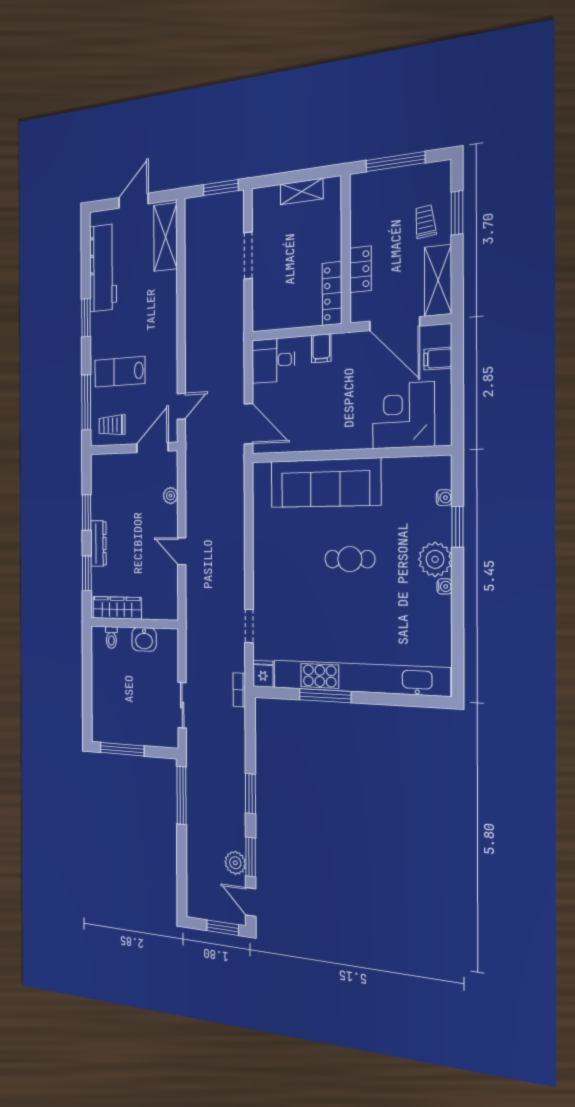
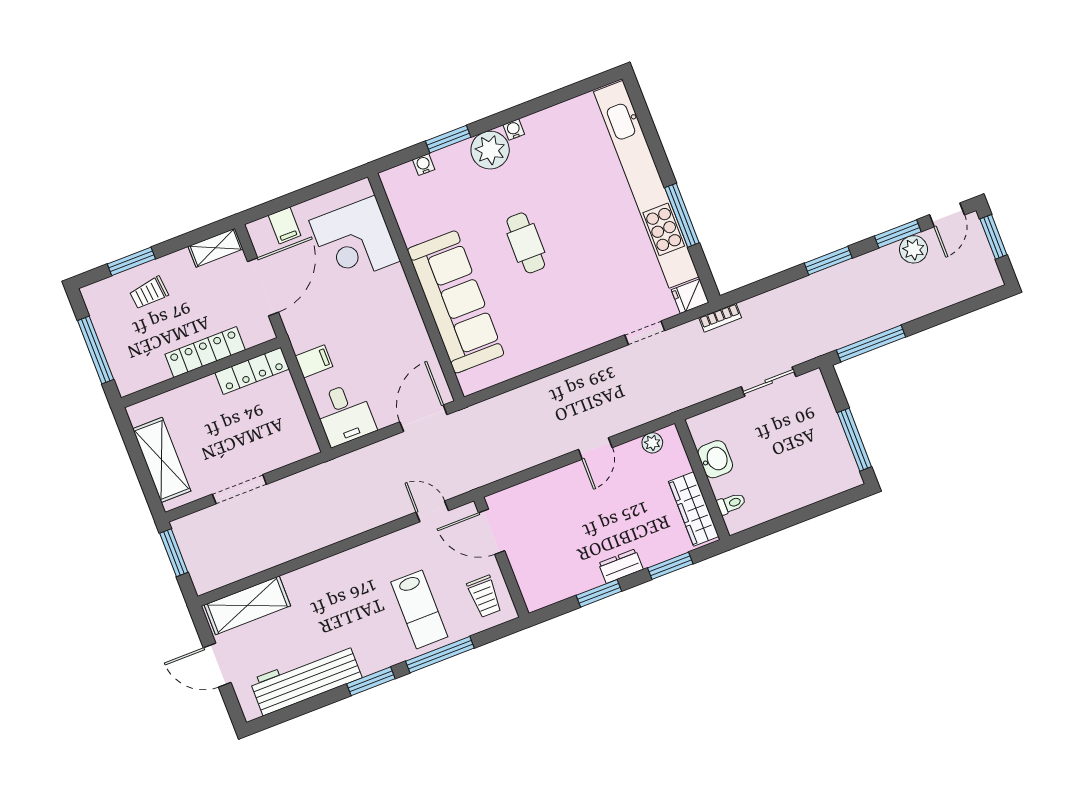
shelving: (302, 191) -> (162, 460), width x1.50, depth x1.33
locker: (361, 269) -> (205, 352), width x1.53
shelving: (438, 280) -> (216, 248), width x0.67, depth x0.75
window: (86, 402) -> (440, 655), moved
plant: (171, 496) -> (652, 443), moved
dresser: (98, 543) -> (621, 566), width x0.70

